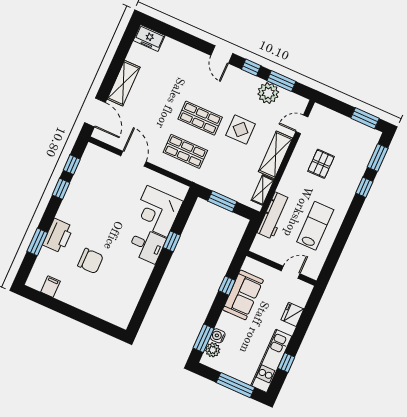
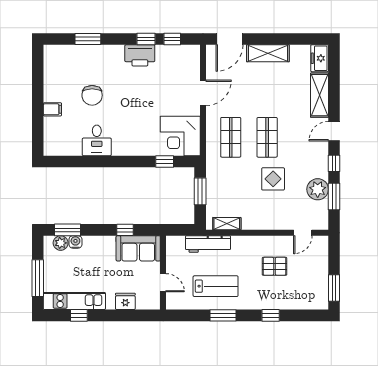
door: (302, 124) -> (303, 233), swing flipped
shelving: (275, 155) -> (319, 95), moved, turned 90
window: (378, 158) -> (223, 315), moved
corner desk: (157, 211) -> (180, 136), moved, turned -90
printer: (58, 236) -> (140, 55), moved
window: (172, 241) -> (165, 162), moved
desk: (147, 245) -> (97, 140), moved
filing cabinet: (50, 287) -> (52, 109), moved
sofa: (243, 295) -> (138, 248), moved

